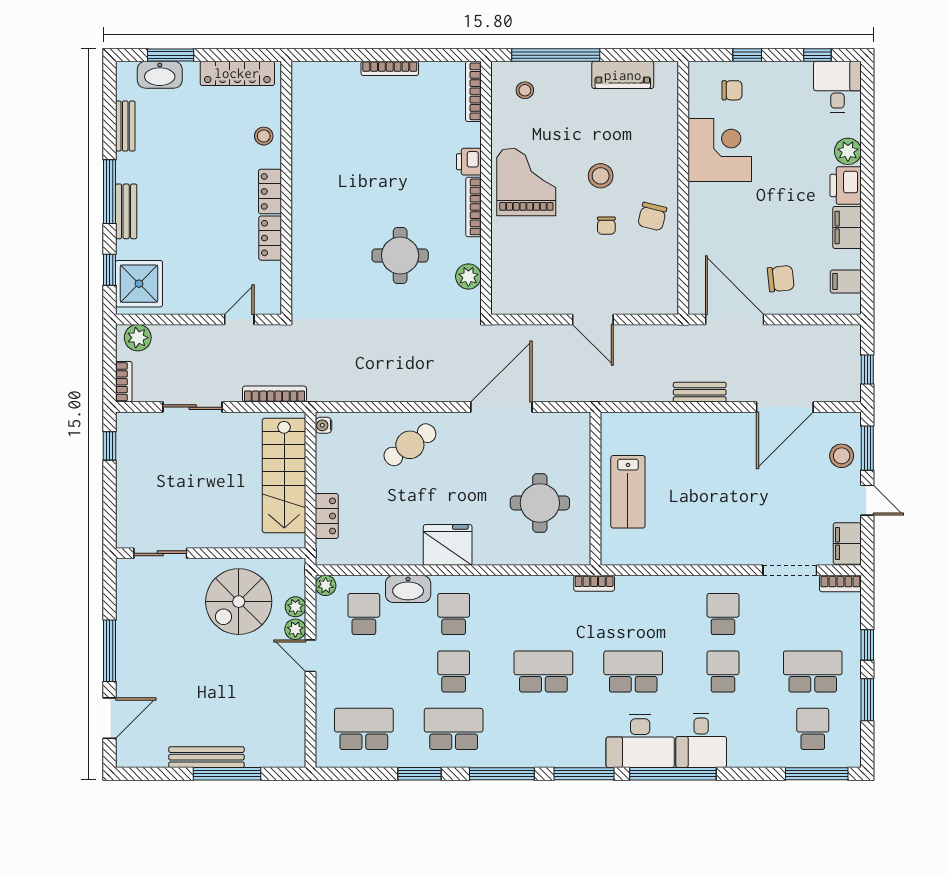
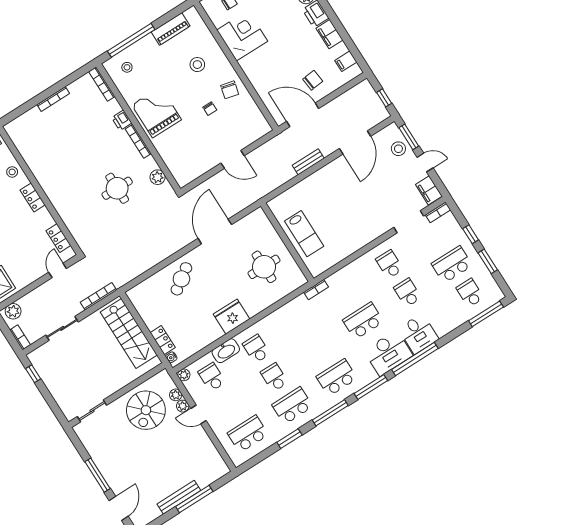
stool: (601, 176) -> (197, 65), moved
locker: (270, 238) -> (58, 238), moved
water cooler: (324, 425) -> (171, 357), moved
school desk: (543, 671) -> (337, 377), moved

